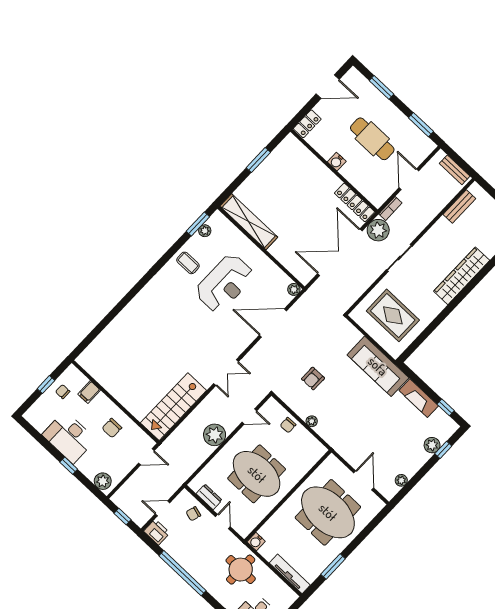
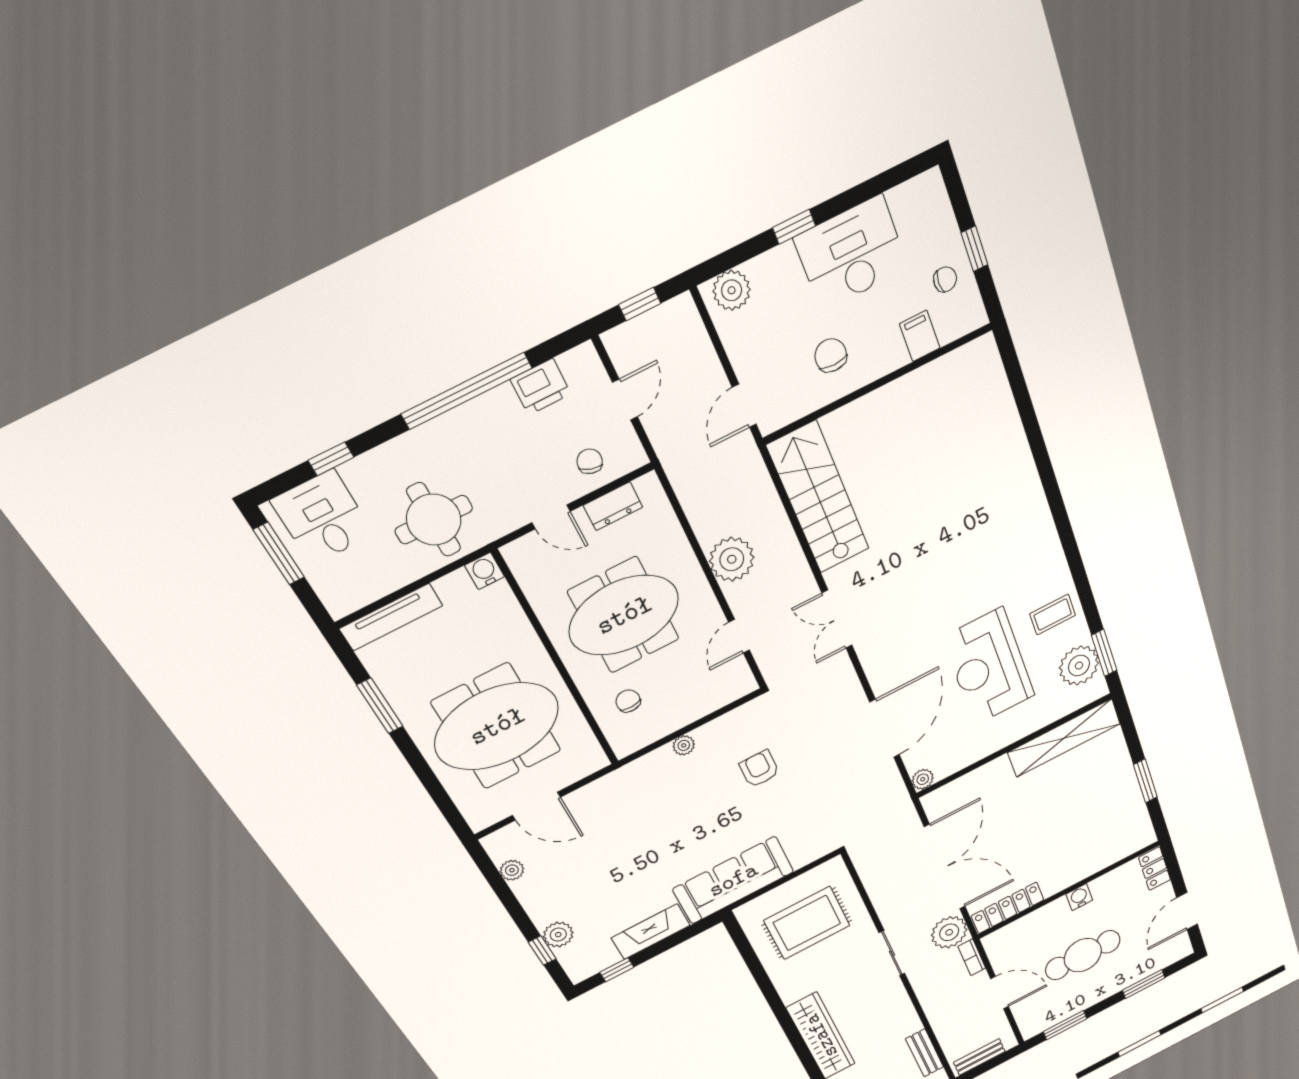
plant: (205, 231) -> (1079, 666), width x1.87, depth x1.87
chair: (288, 425) -> (628, 701), moved
printer: (157, 532) -> (541, 387), moved

